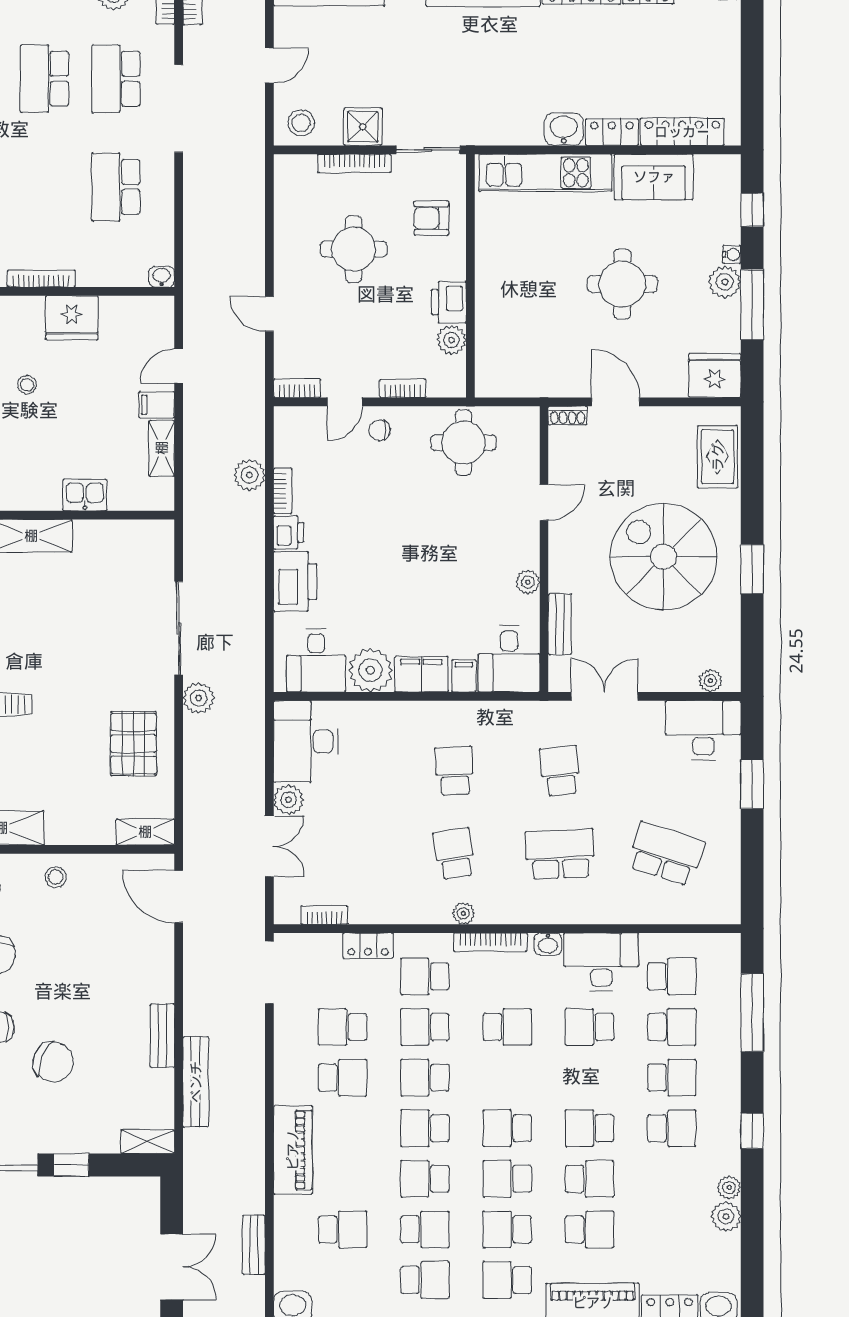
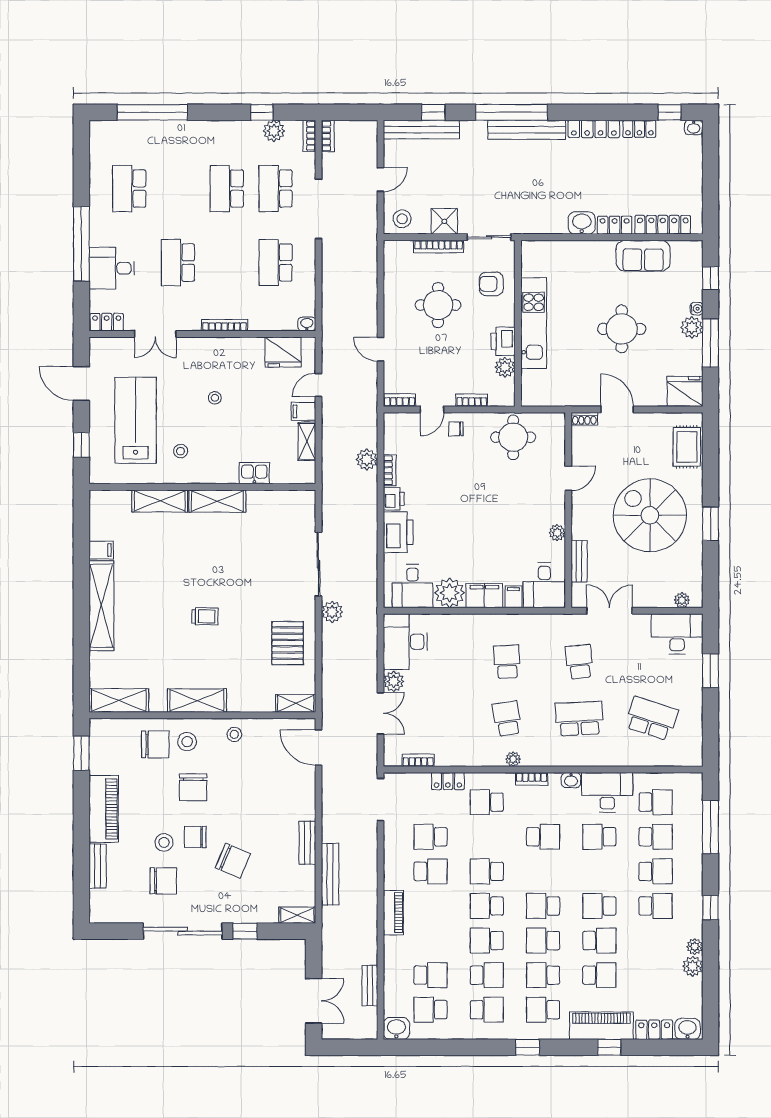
kitchen unit: (545, 173) -> (534, 323), moved, turned -90
fridge: (72, 318) -> (283, 352), moved
bookcase: (490, 942) -> (532, 779), width x0.64
school desk: (425, 1027) -> (431, 1010), moved
piano: (293, 1150) -> (393, 913), width x0.73, depth x0.75

